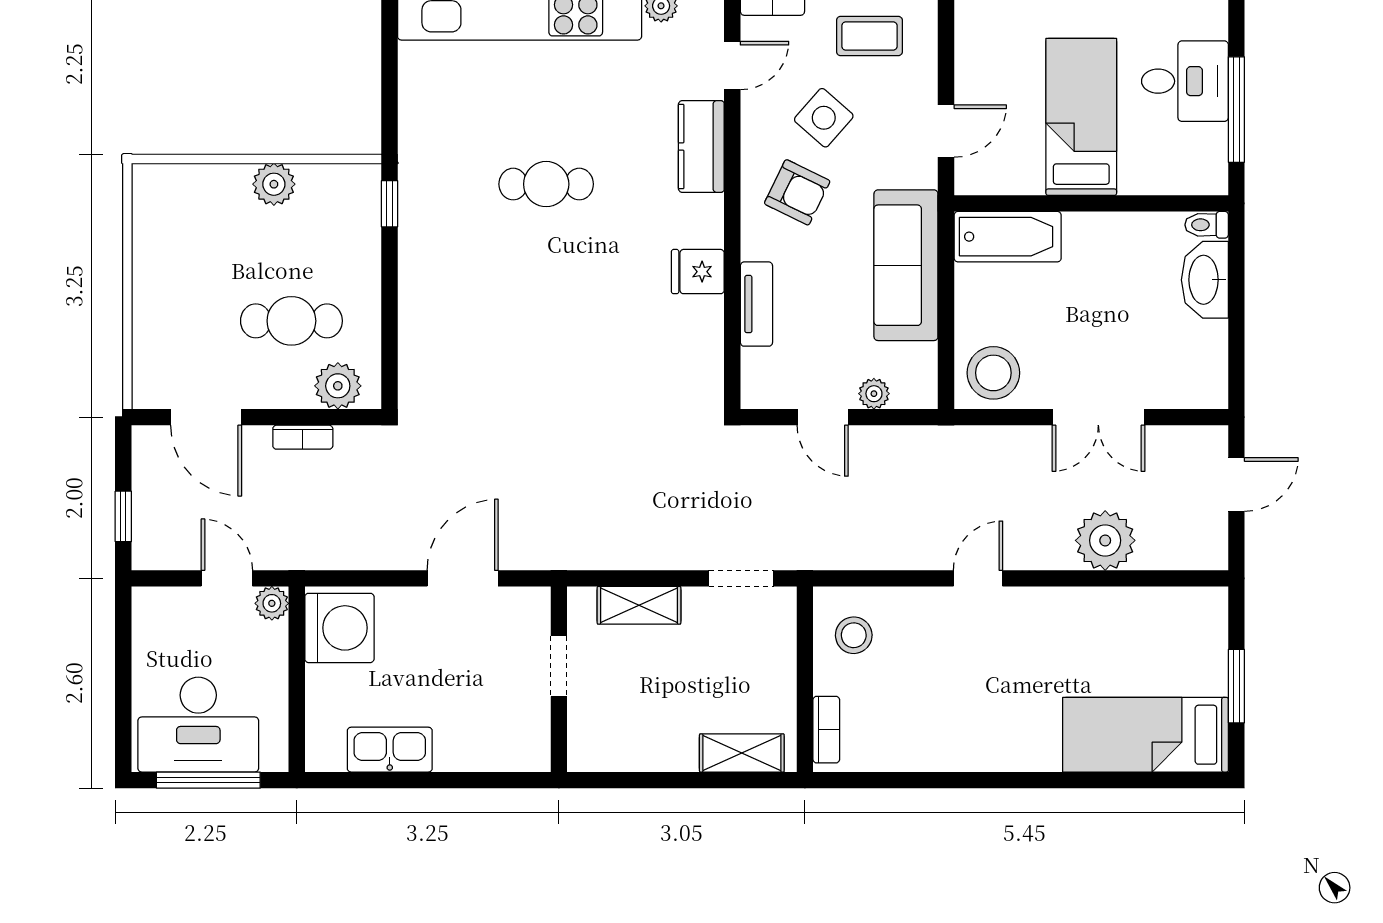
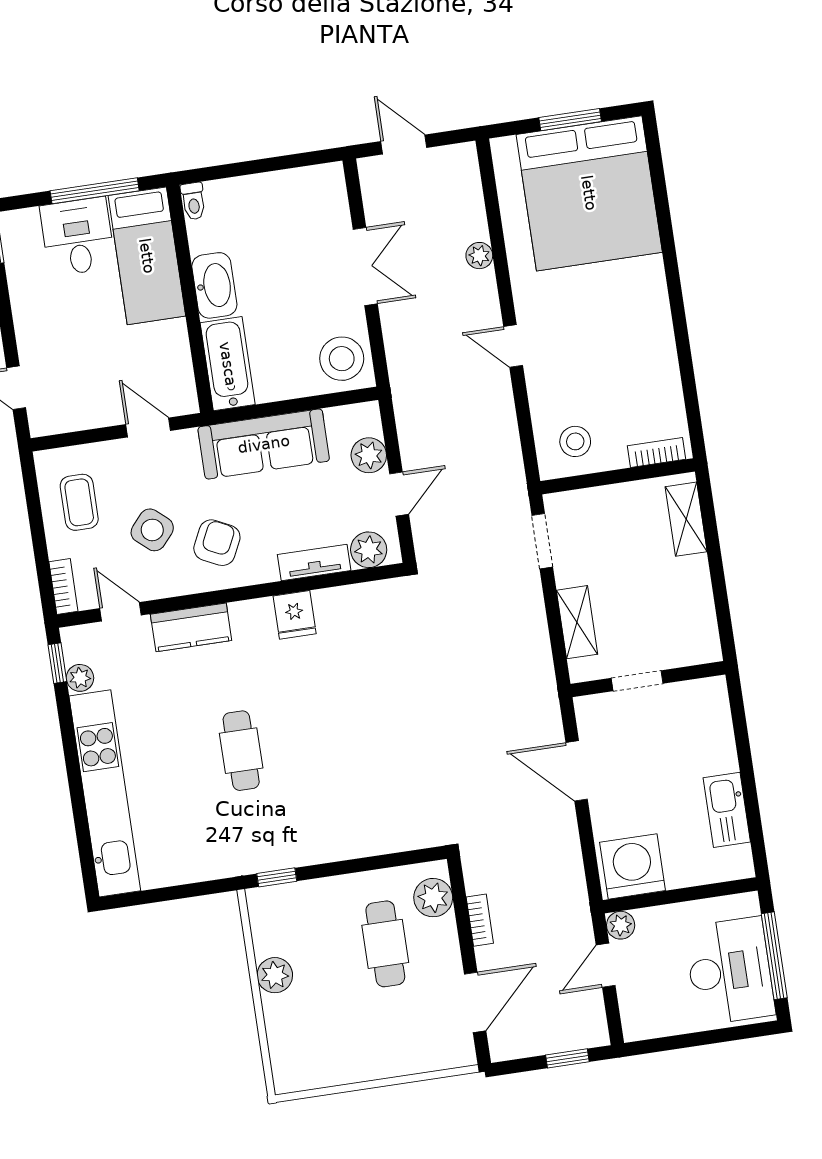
bed: (1081, 117) -> (147, 256), moved, turned -90
washbasin: (1205, 280) -> (214, 285), moved, turned -90
plant: (762, 371) -> (369, 550), added
plant: (874, 394) -> (369, 455), width x1.38, depth x1.38
plant: (1105, 540) -> (479, 256), width x0.53, depth x0.53
bed: (1145, 735) -> (589, 193), width x2.04

